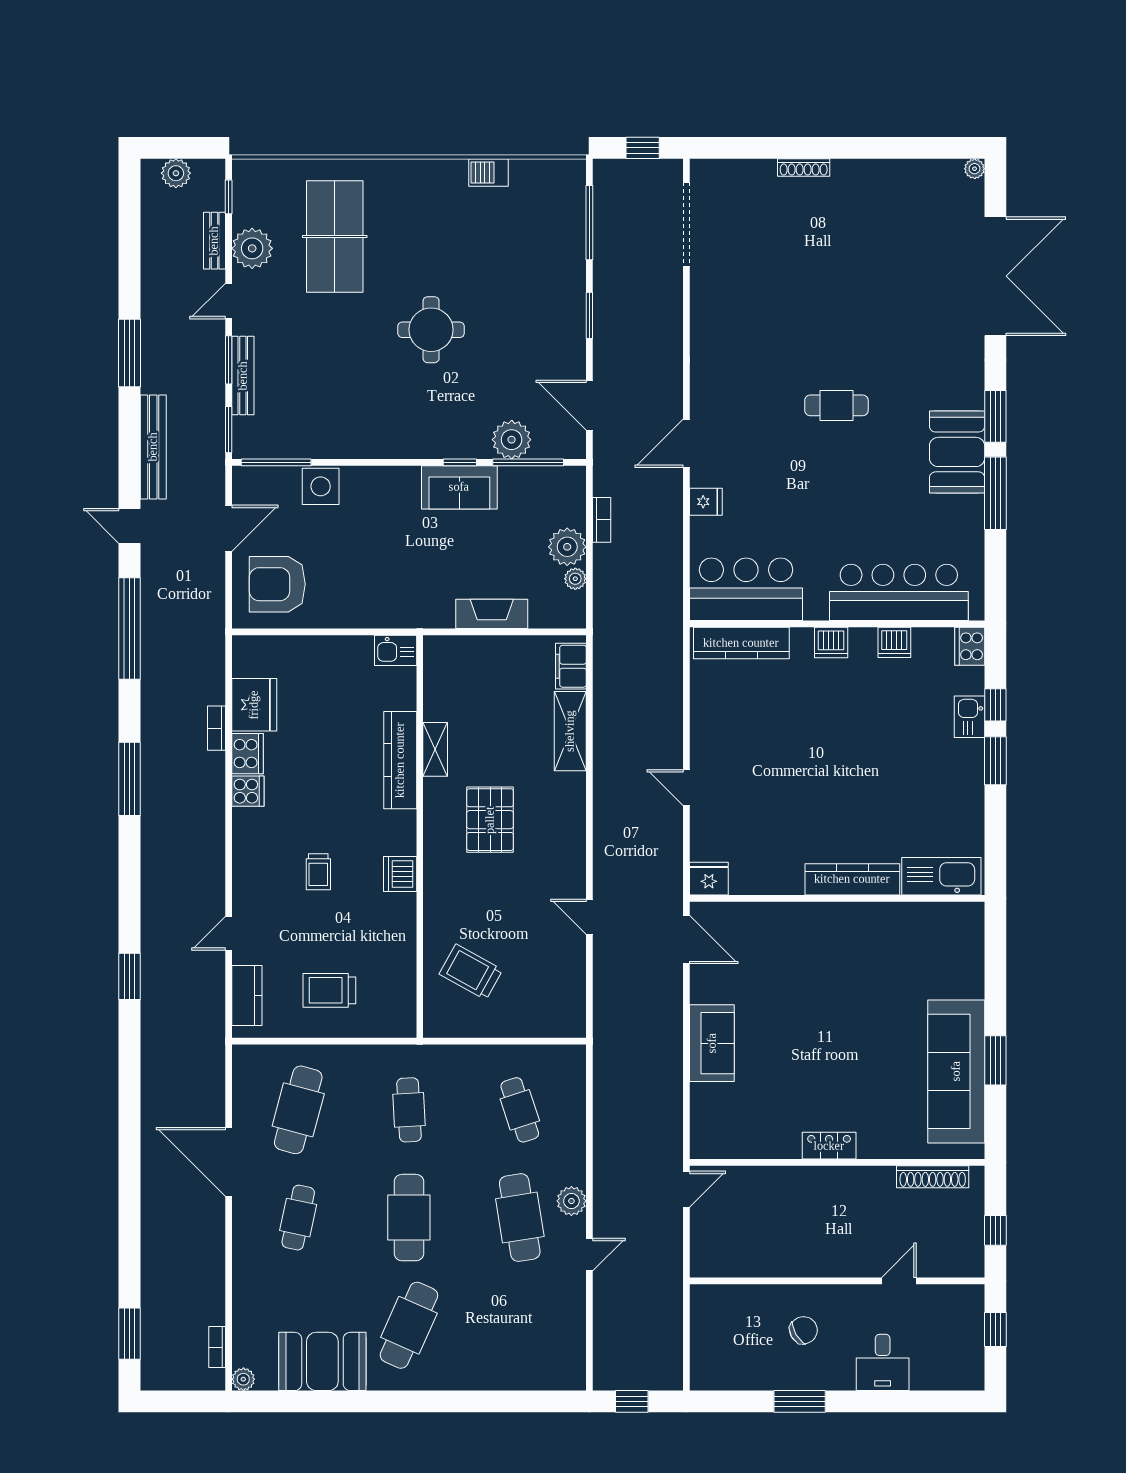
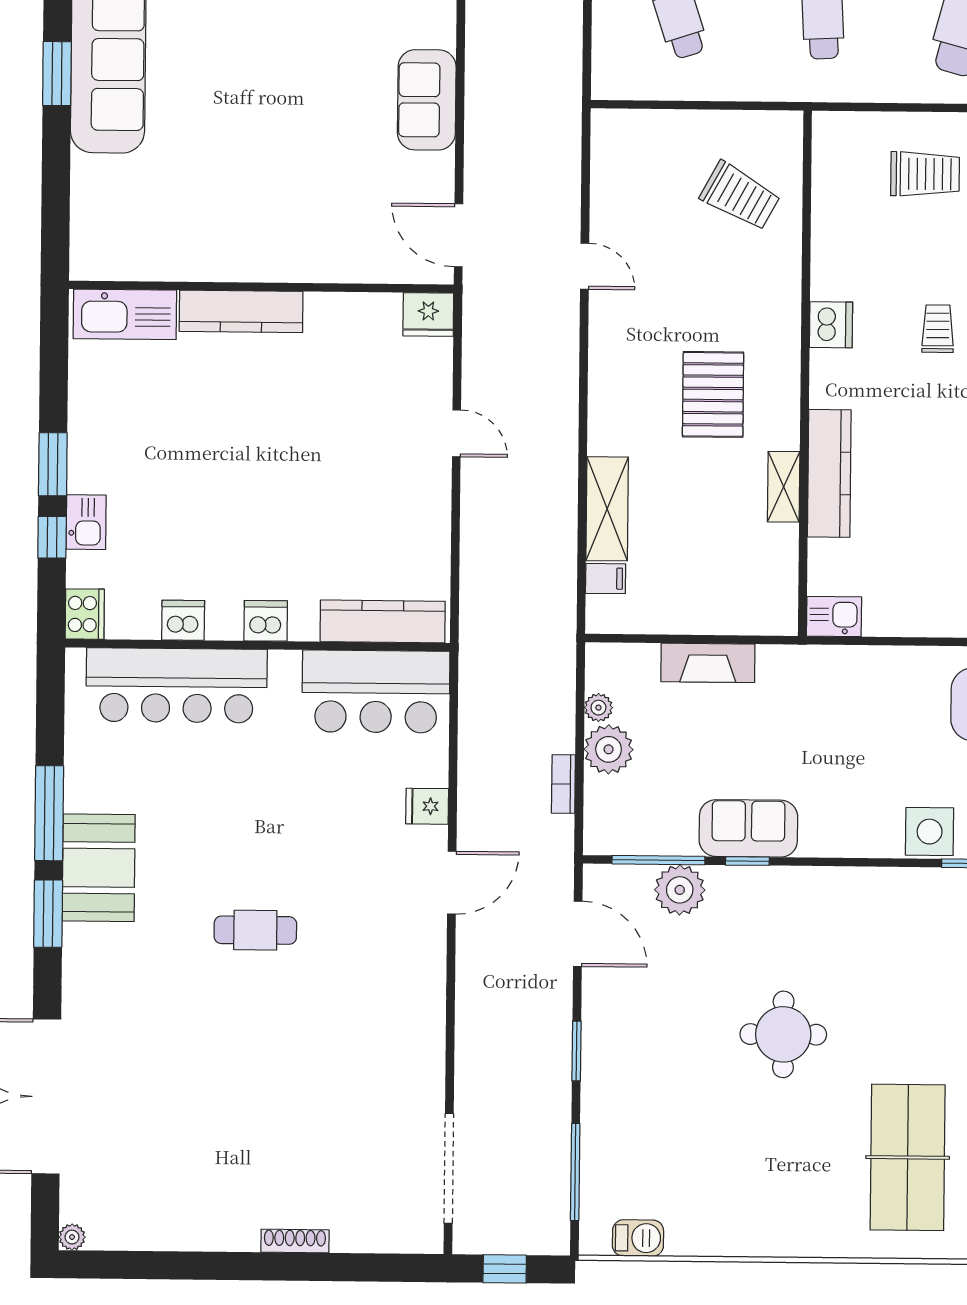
barbecue: (488, 172) -> (638, 1238), moved
filing cabinet: (571, 666) -> (606, 579), width x0.50

